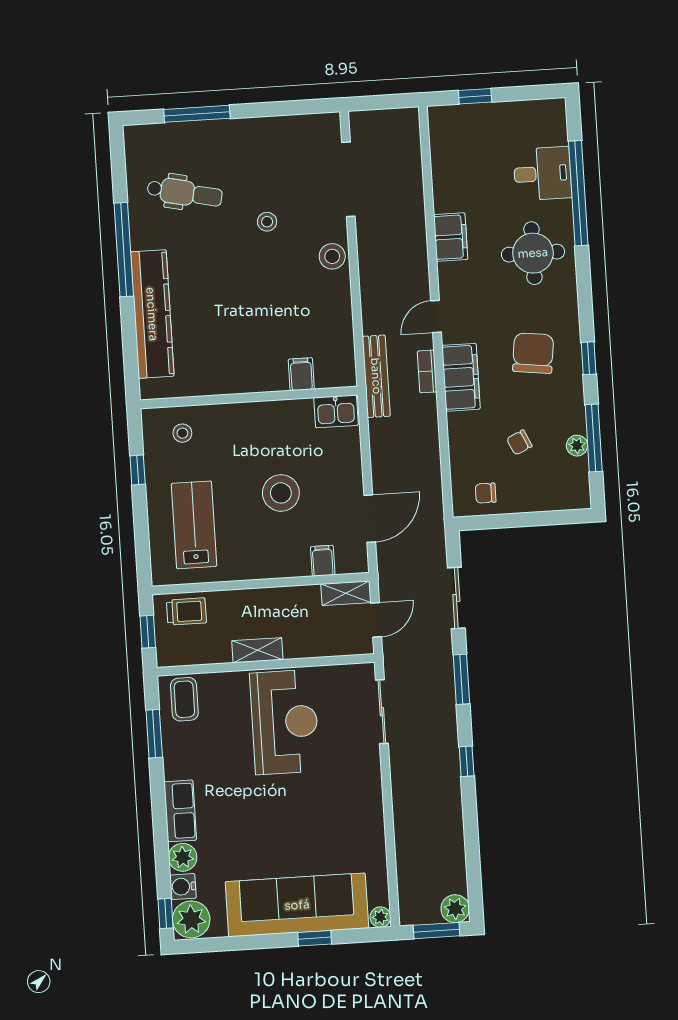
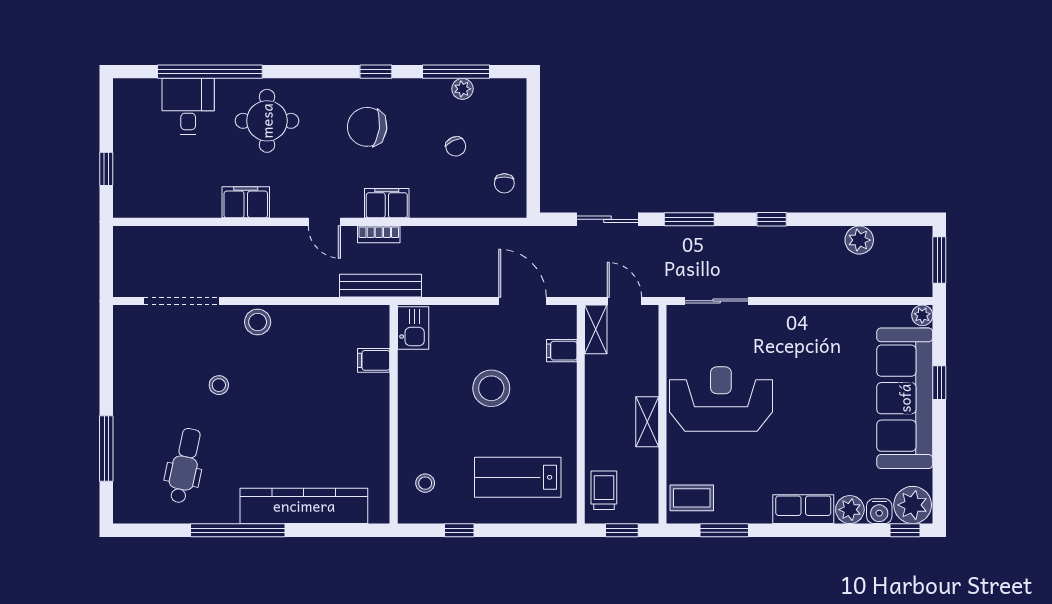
filing cabinet: (461, 377) -> (387, 203), width x0.67, depth x0.86
plant: (455, 909) -> (859, 240), moved

